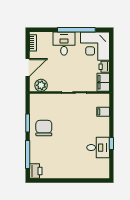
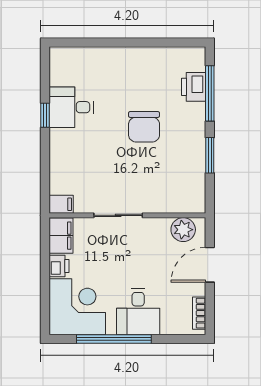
filing cabinet: (103, 112) -> (61, 204), moved
chair: (44, 128) -> (144, 127), moved
printer: (36, 171) -> (194, 87), moved

